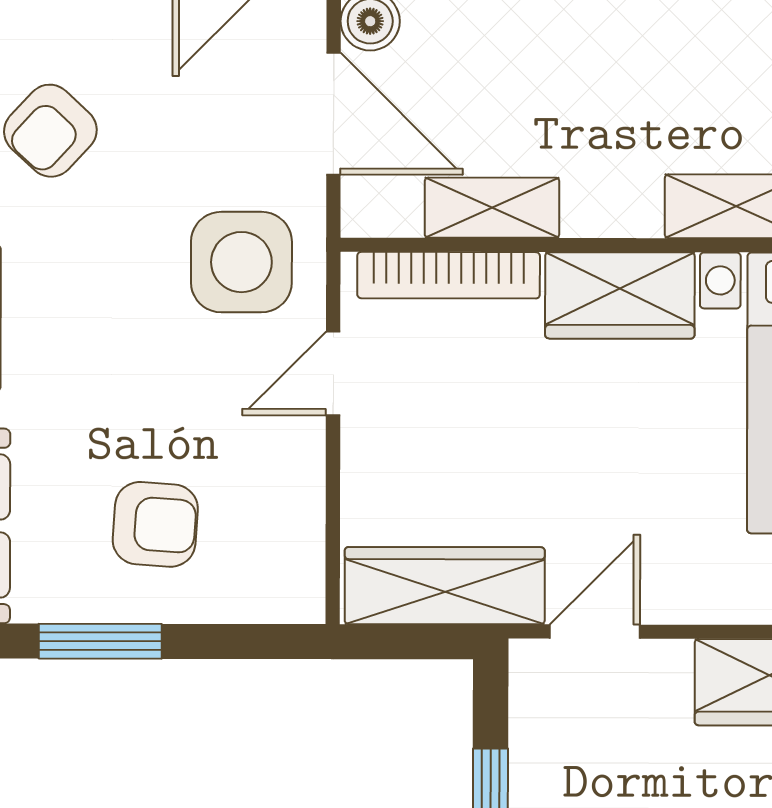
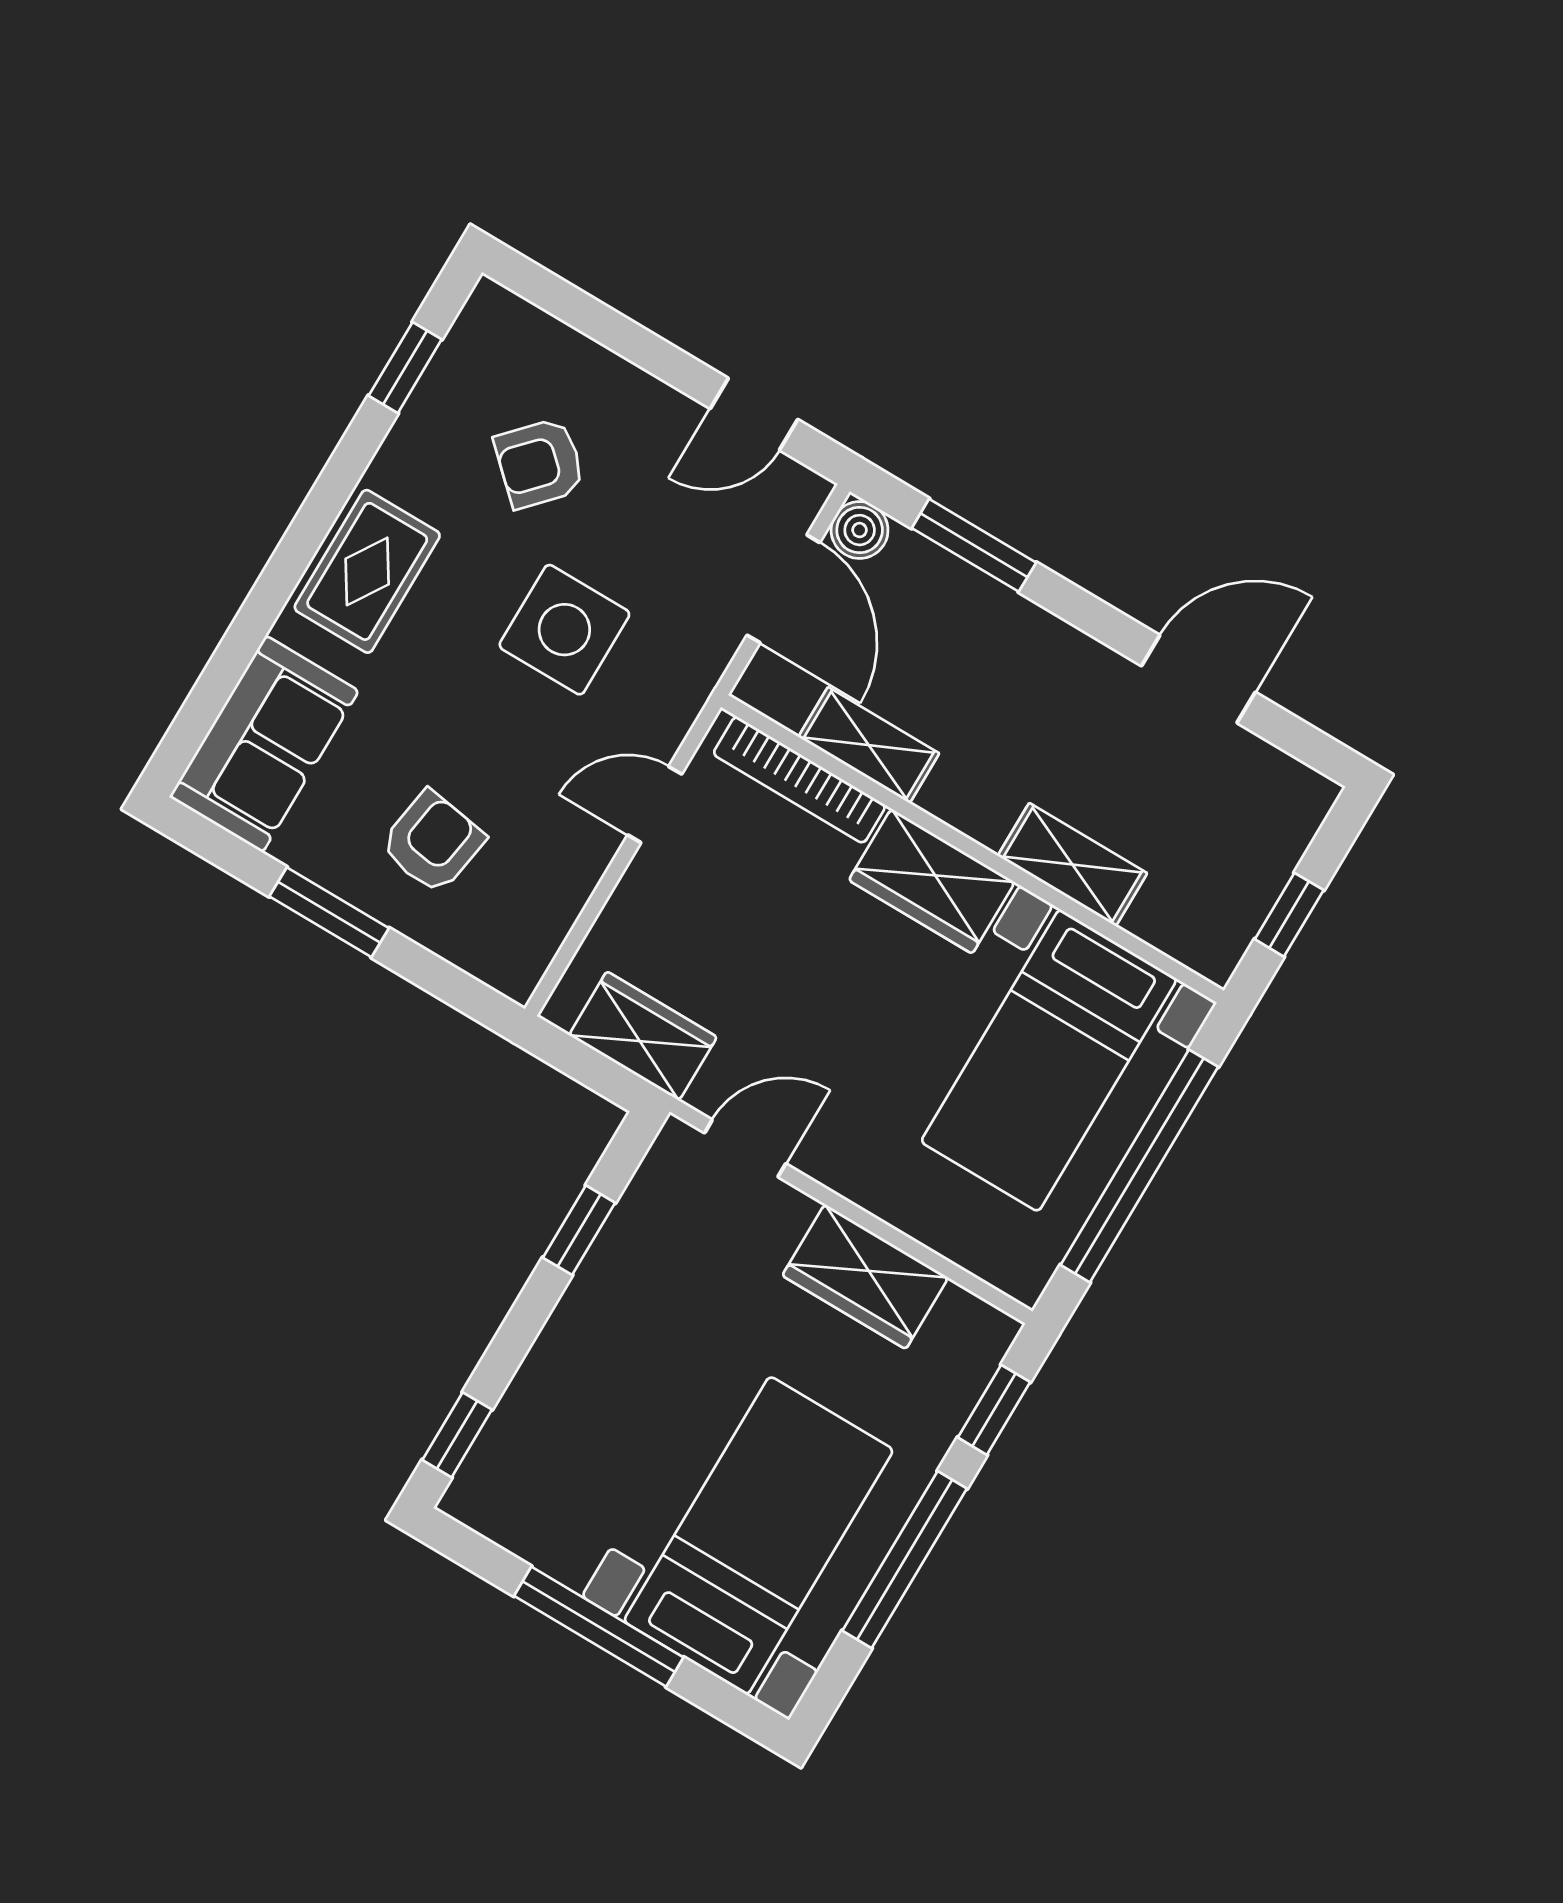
side table: (241, 262) -> (564, 630), moved
armchair: (155, 524) -> (433, 842), turned -85
wardrobe: (445, 586) -> (643, 1036), width x0.67

